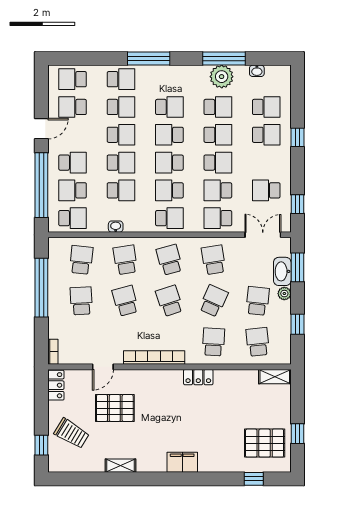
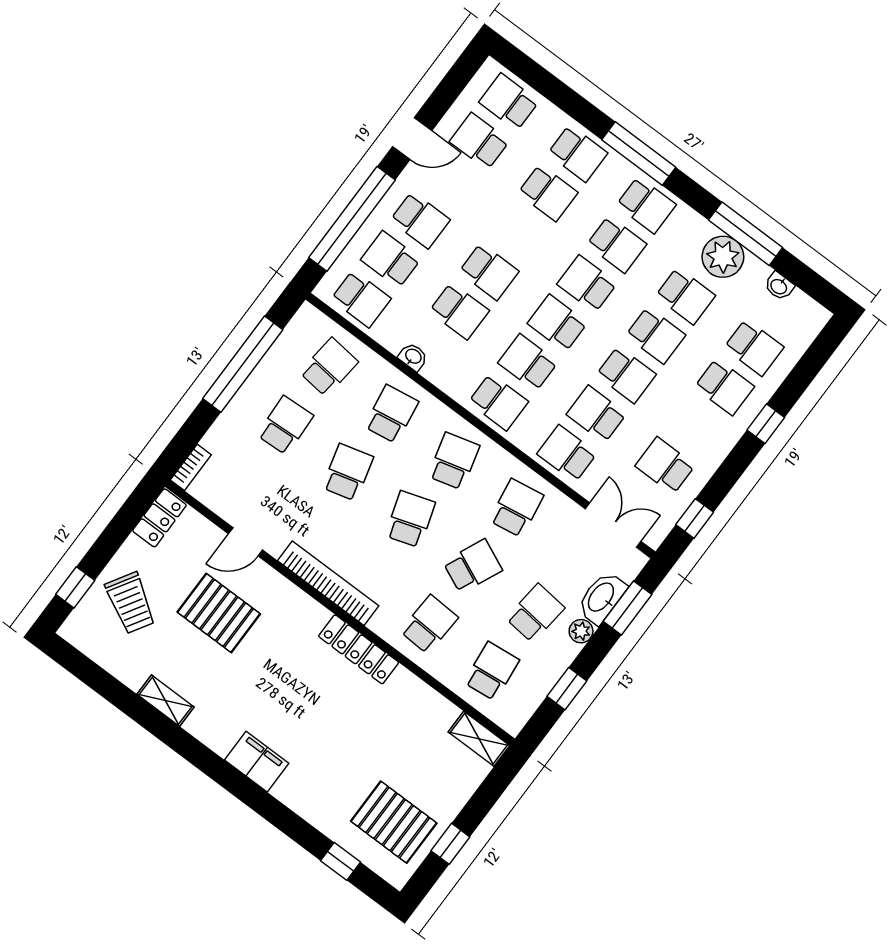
school desk: (121, 135) -> (646, 205), moved
locker: (198, 377) -> (359, 649), width x1.53

